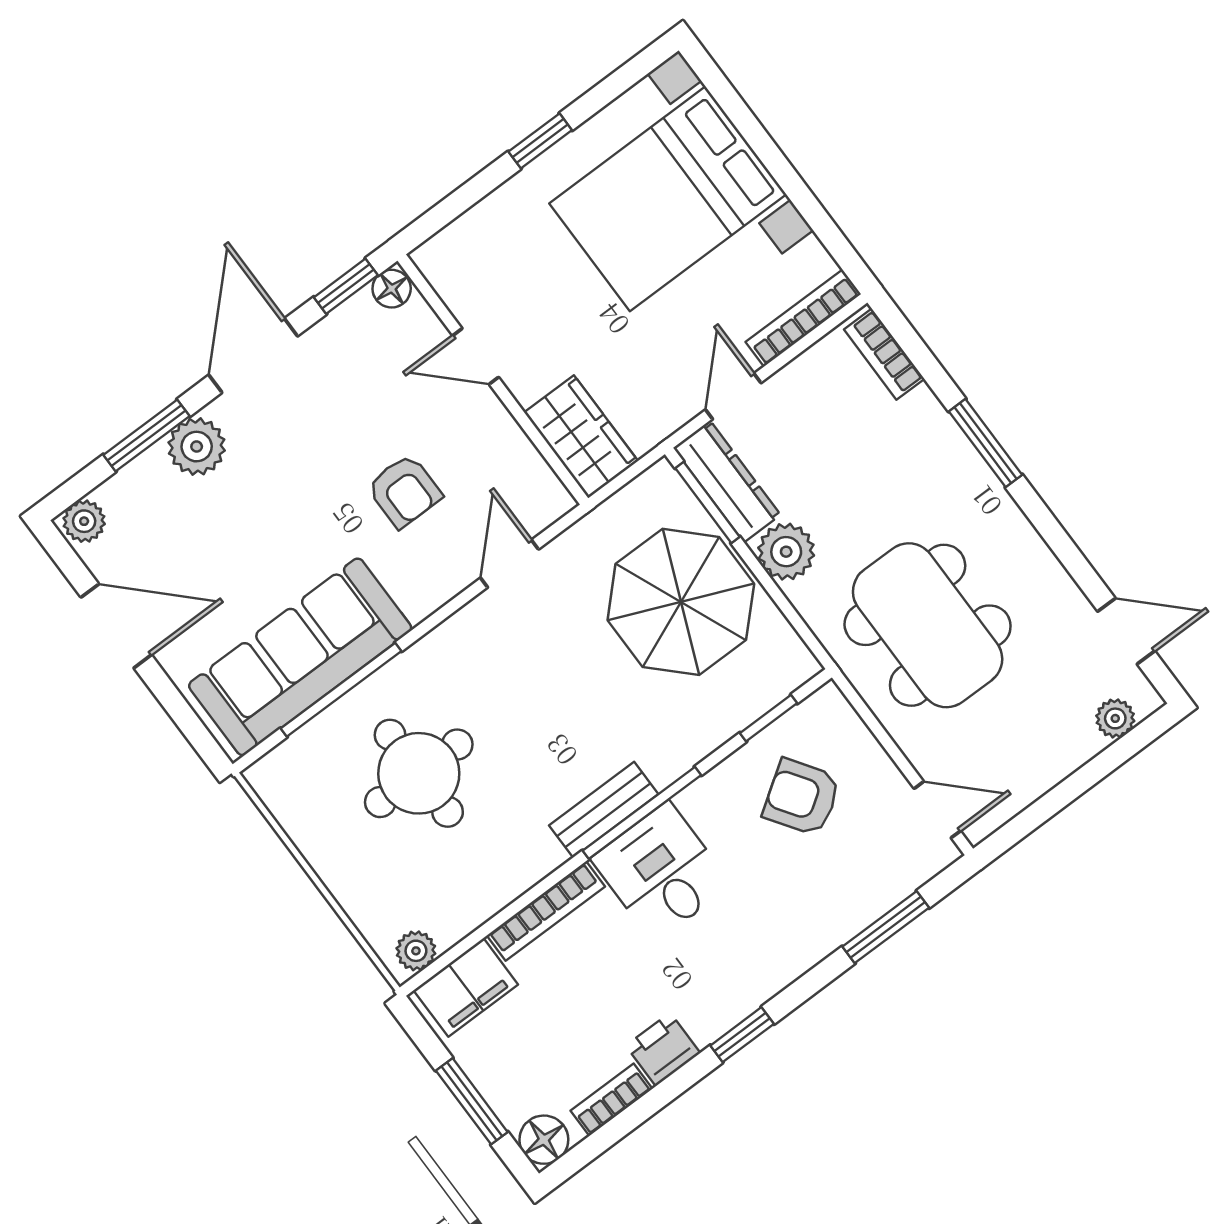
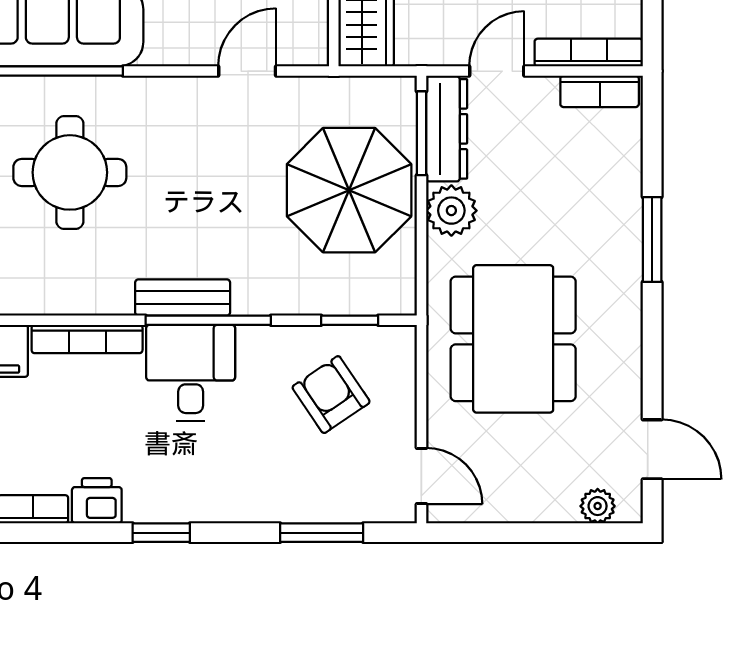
bookcase: (884, 354) -> (600, 91), moved, turned -90

